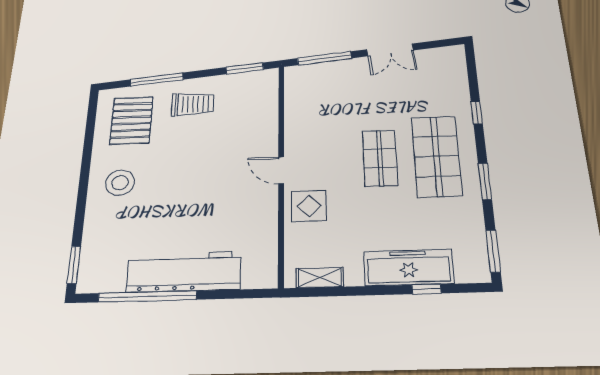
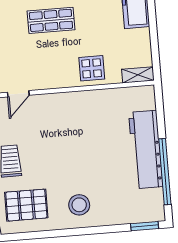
door: (281, 170) -> (18, 94), moved
shelving: (320, 277) -> (138, 75), moved, turned 90

